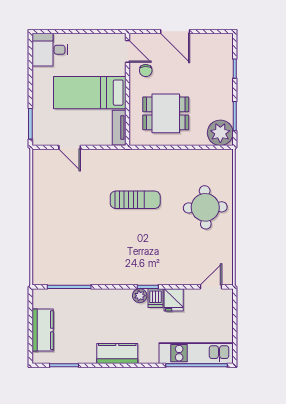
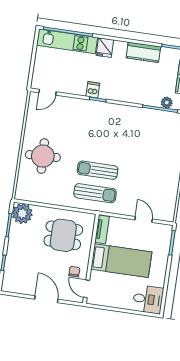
sun lounger: (134, 171) -> (95, 193), added
plant: (140, 296) -> (167, 102), moved
fridge: (174, 300) -> (105, 48), moved, turned 180
kitchen counter: (117, 353) -> (143, 52), moved

